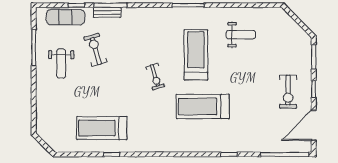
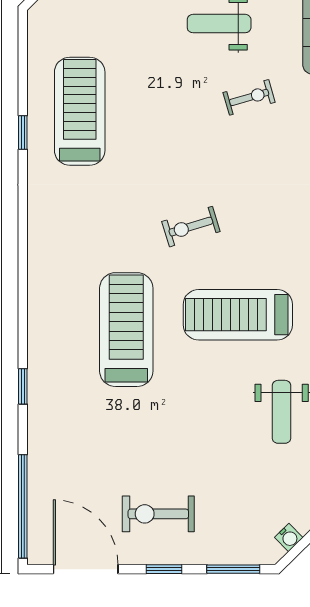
water cooler: (299, 31) -> (289, 538), added
exercise bike: (95, 50) -> (249, 97), width x0.73, depth x0.72
treadmill: (196, 55) -> (238, 315), turned 180

